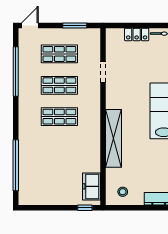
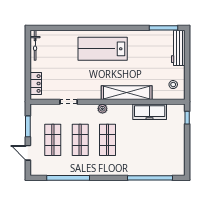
door: (30, 26) -> (28, 153), moved
locker: (137, 34) -> (36, 83), moved
plant: (95, 111) -> (102, 109), added
freezer: (92, 186) -> (150, 112), moved, width x1.40

